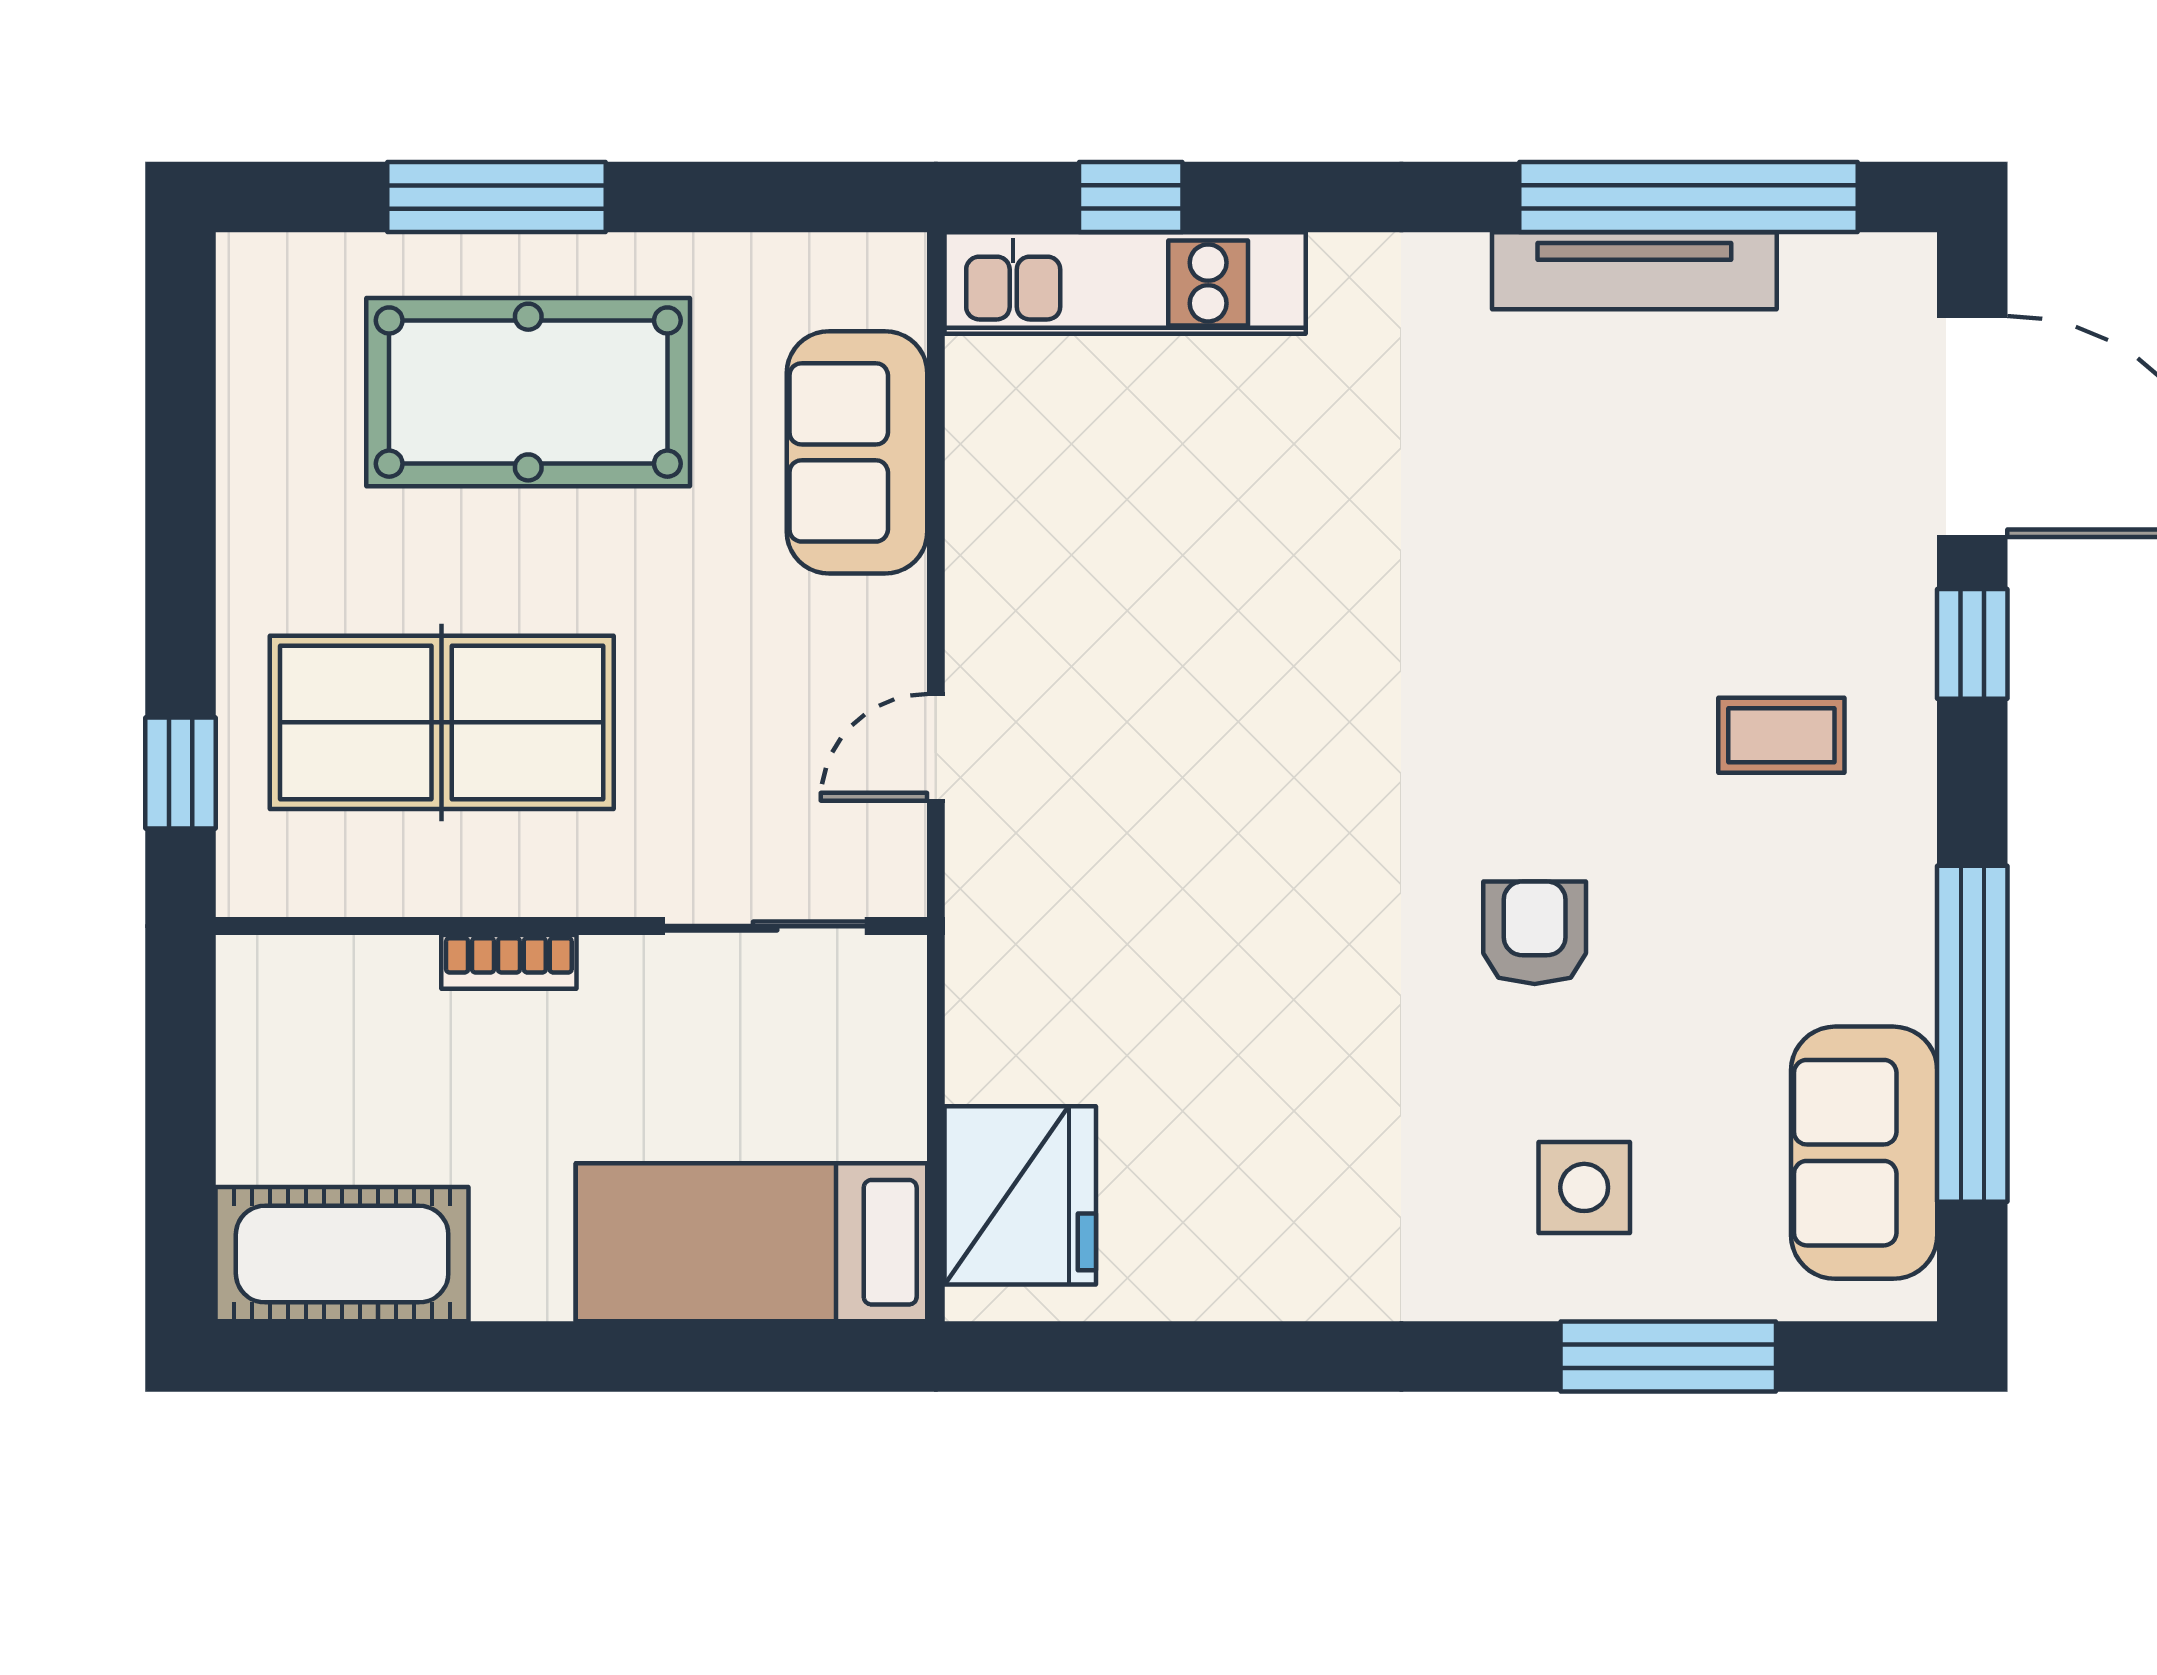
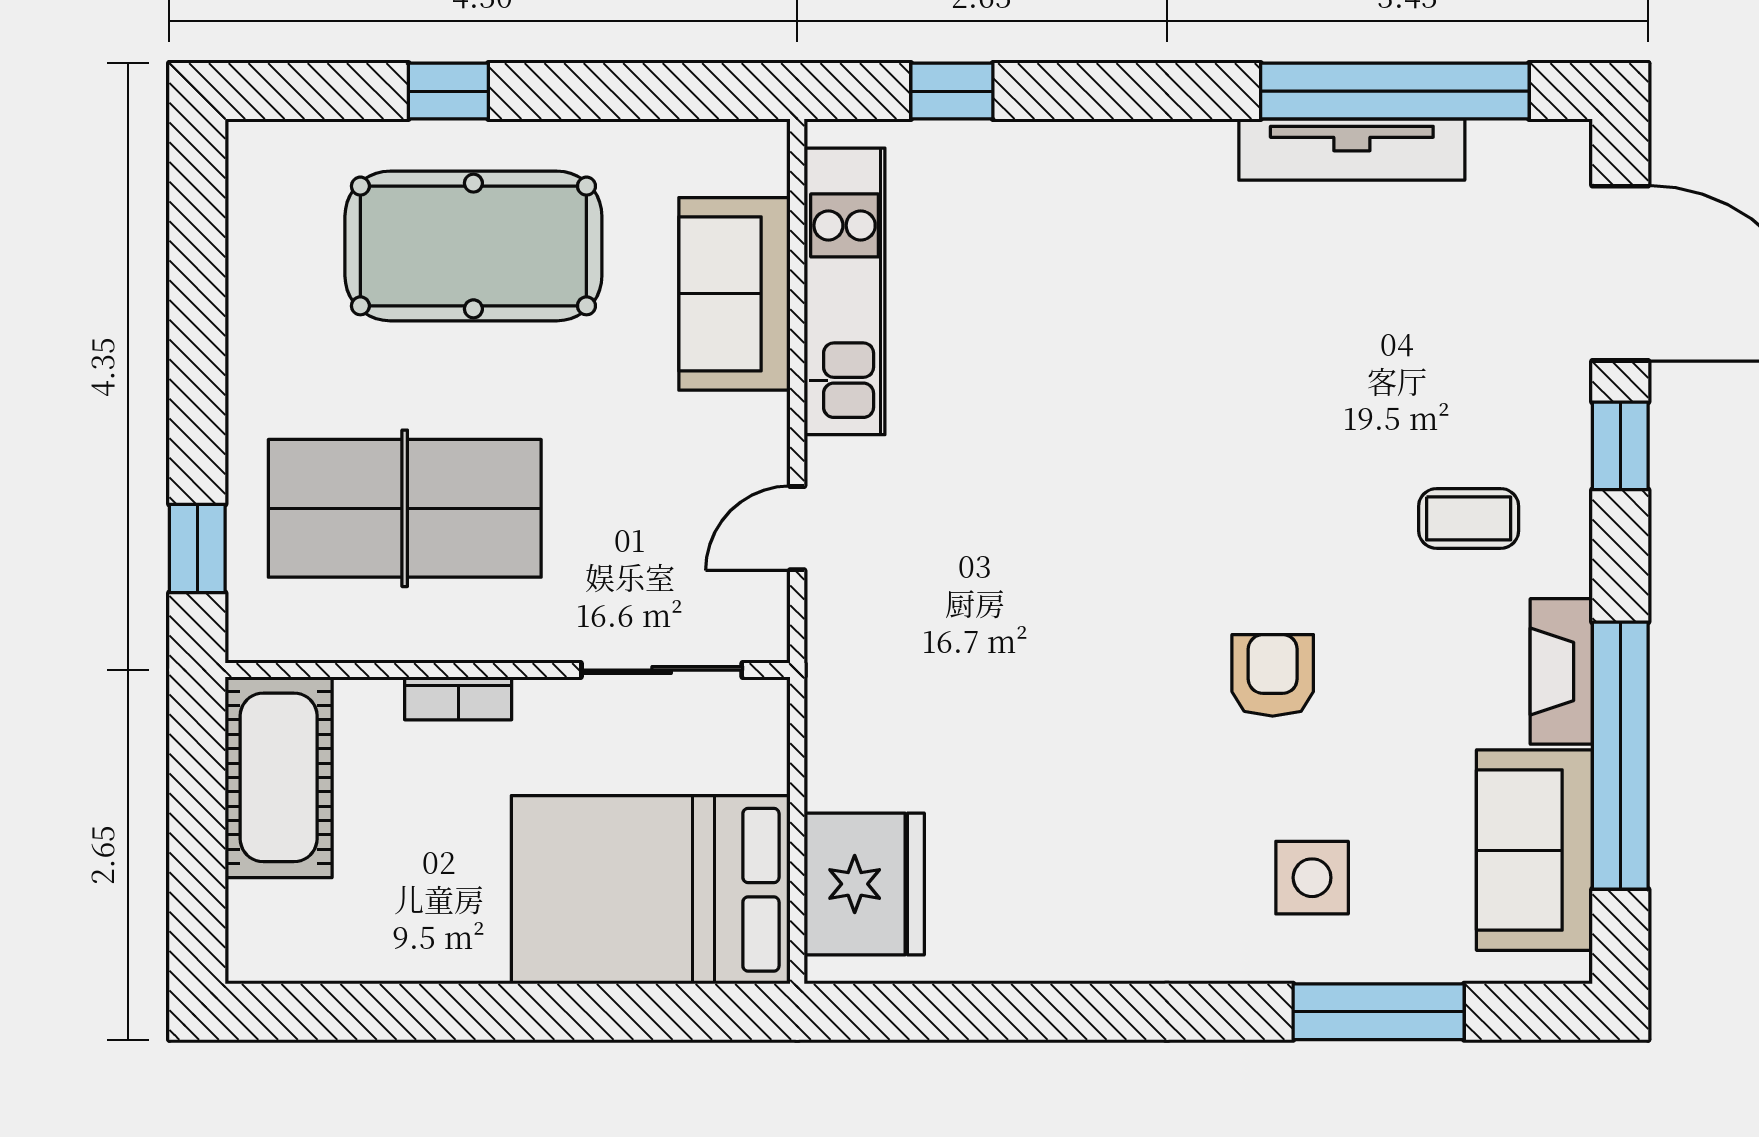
window: (497, 197) -> (448, 91), width x0.46
kitchen unit: (1125, 283) -> (845, 291), moved, turned -90
fireplace: (1898, 928) -> (1561, 671), added
bed: (751, 1242) -> (651, 890), width x1.50
cot: (342, 1254) -> (279, 777), moved, turned 90

